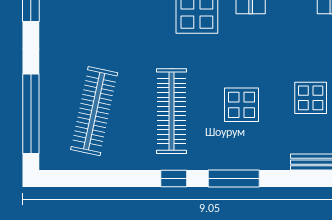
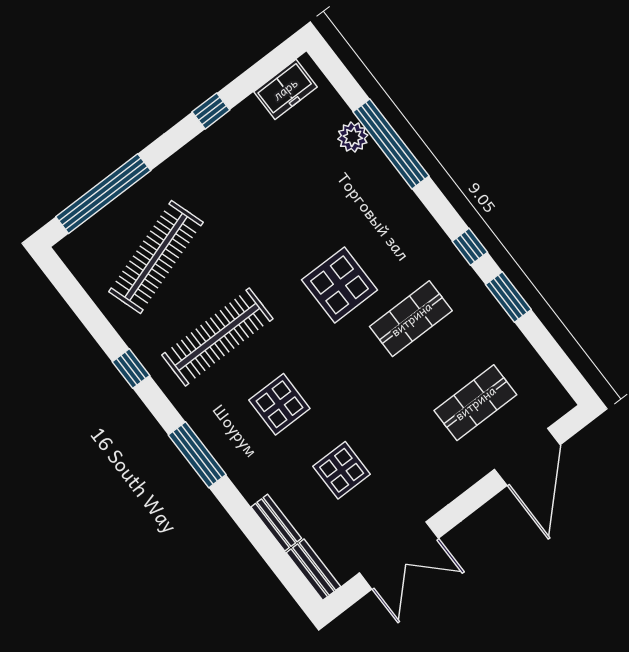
clothes rail: (94, 111) -> (156, 257), turned -30
window: (174, 178) -> (131, 369), moved

